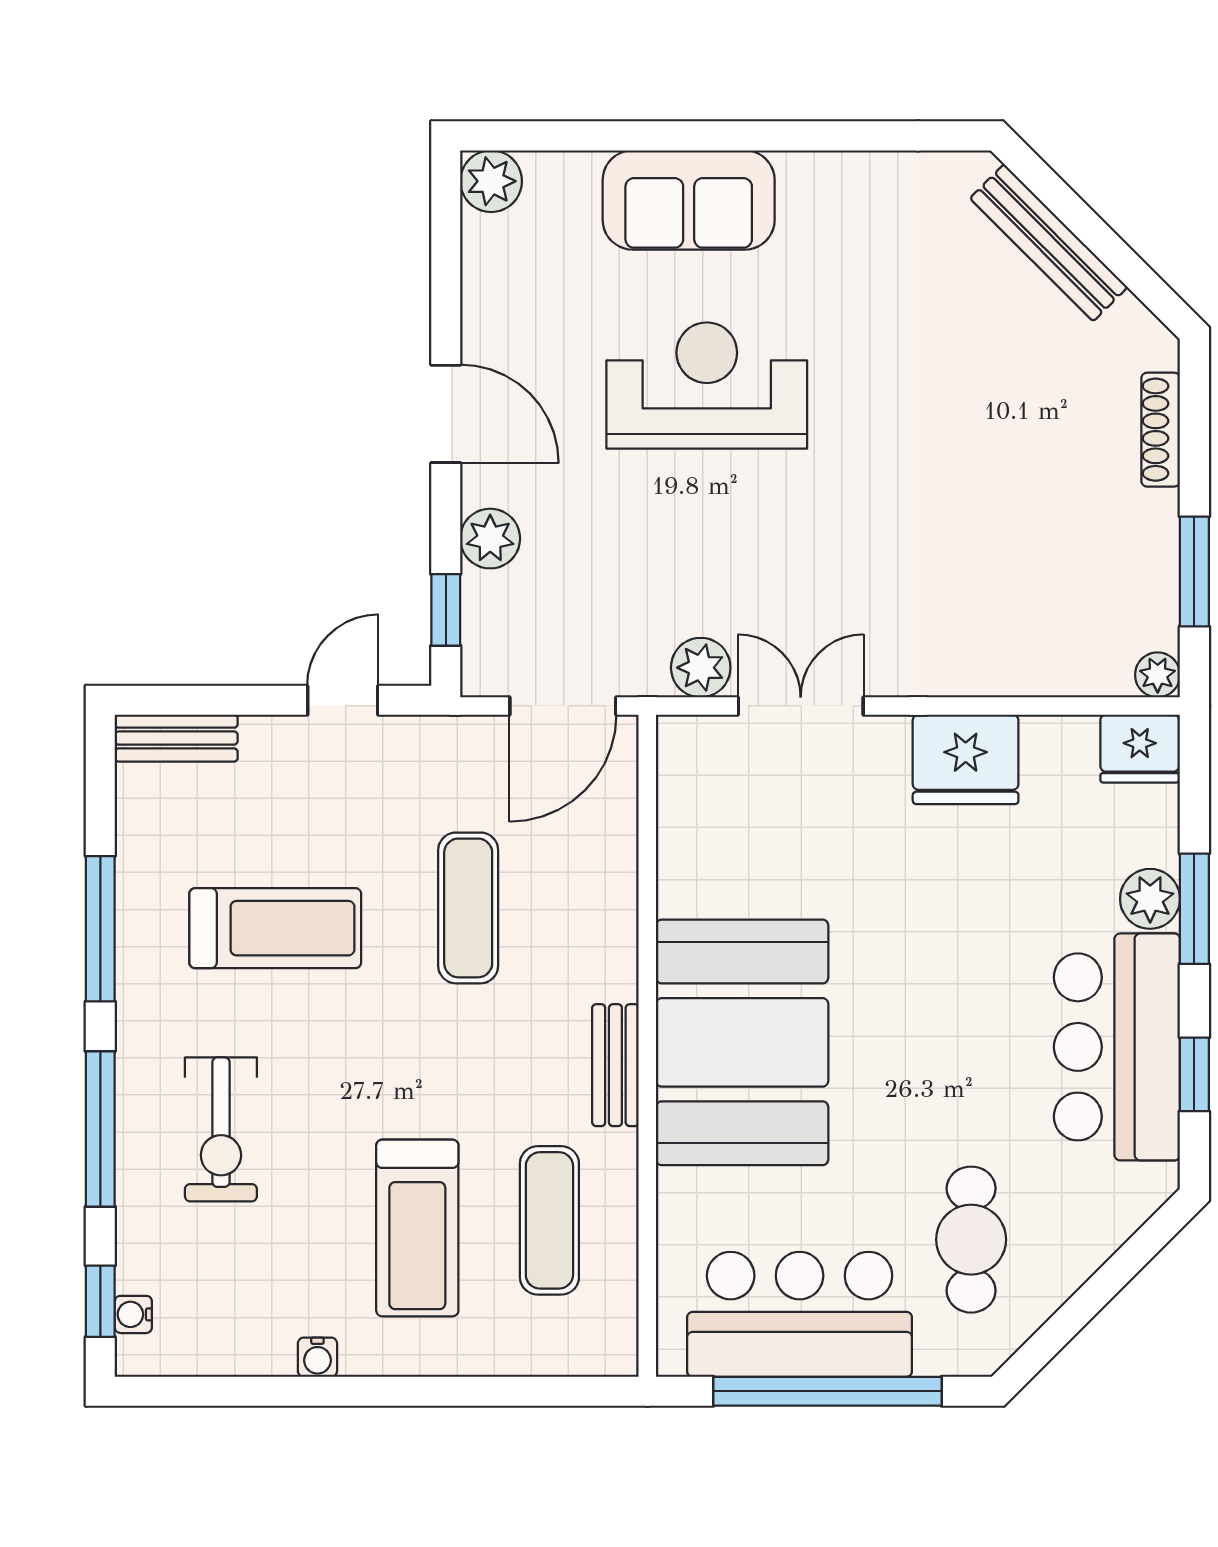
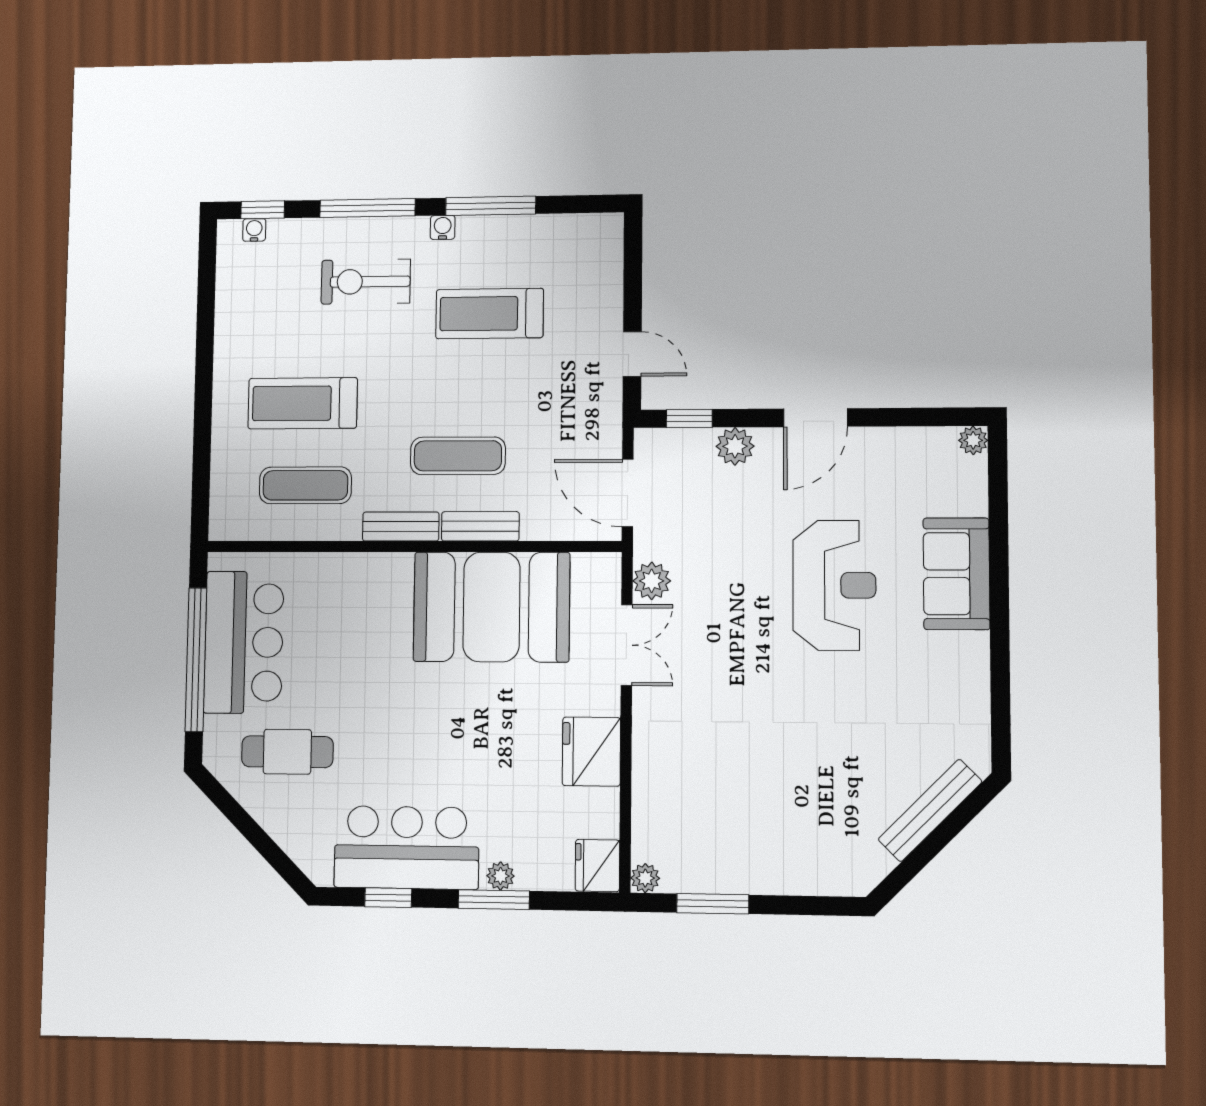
plant: (491, 181) -> (973, 440), width x0.73, depth x0.73
shoe rack: (1161, 430) -> (806, 883), removed
bench: (176, 738) -> (480, 526), moved, turned 90
plant: (1150, 899) -> (500, 876), width x0.73, depth x0.73
exercise mat: (468, 908) -> (458, 456), moved
treadmill: (275, 928) -> (490, 314), turned 90
booth: (742, 1042) -> (492, 607), moved
water cooler: (317, 1357) -> (443, 227), moved, turned 90

